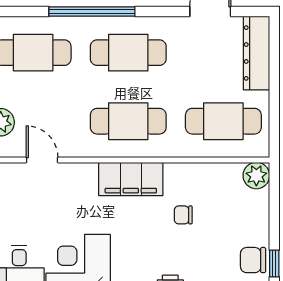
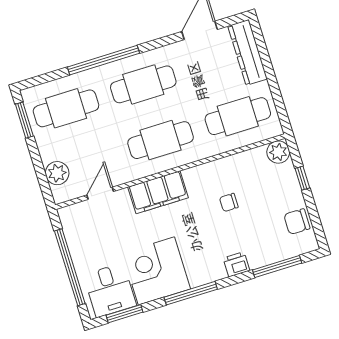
door: (42, 160) -> (100, 193), hinge flipped
filing cabinet: (131, 179) -> (158, 192), moved
window: (274, 263) -> (302, 178), moved

